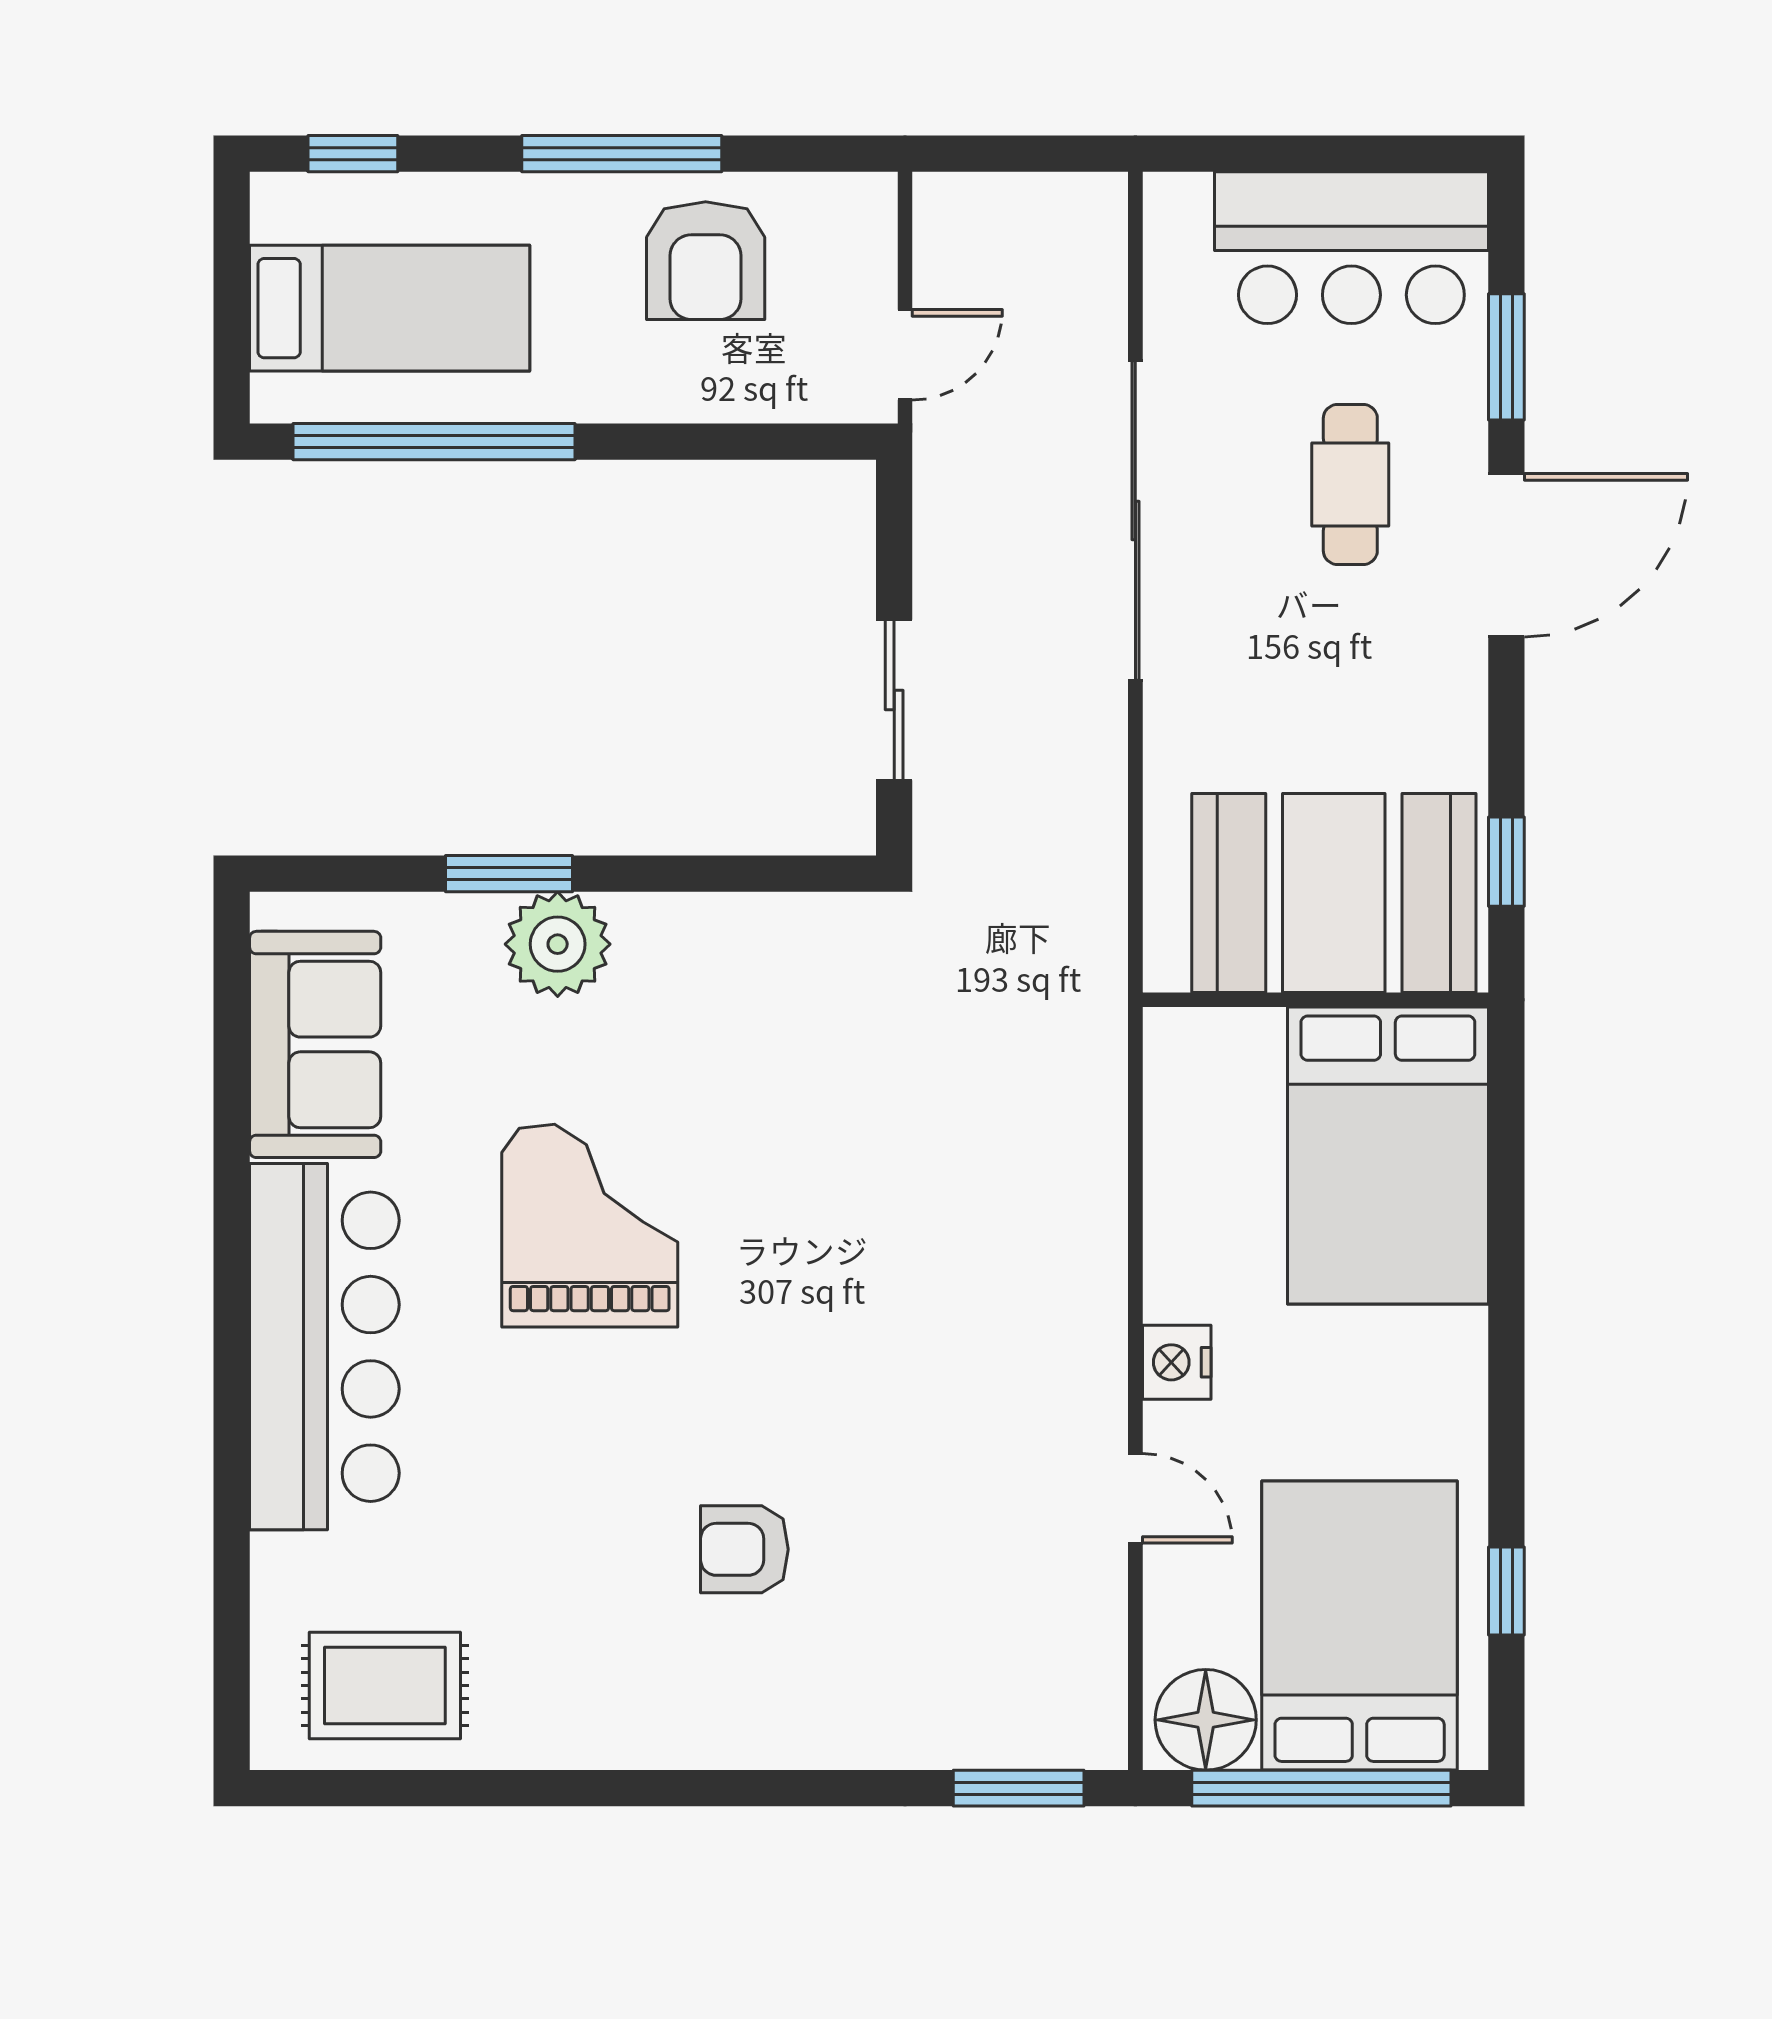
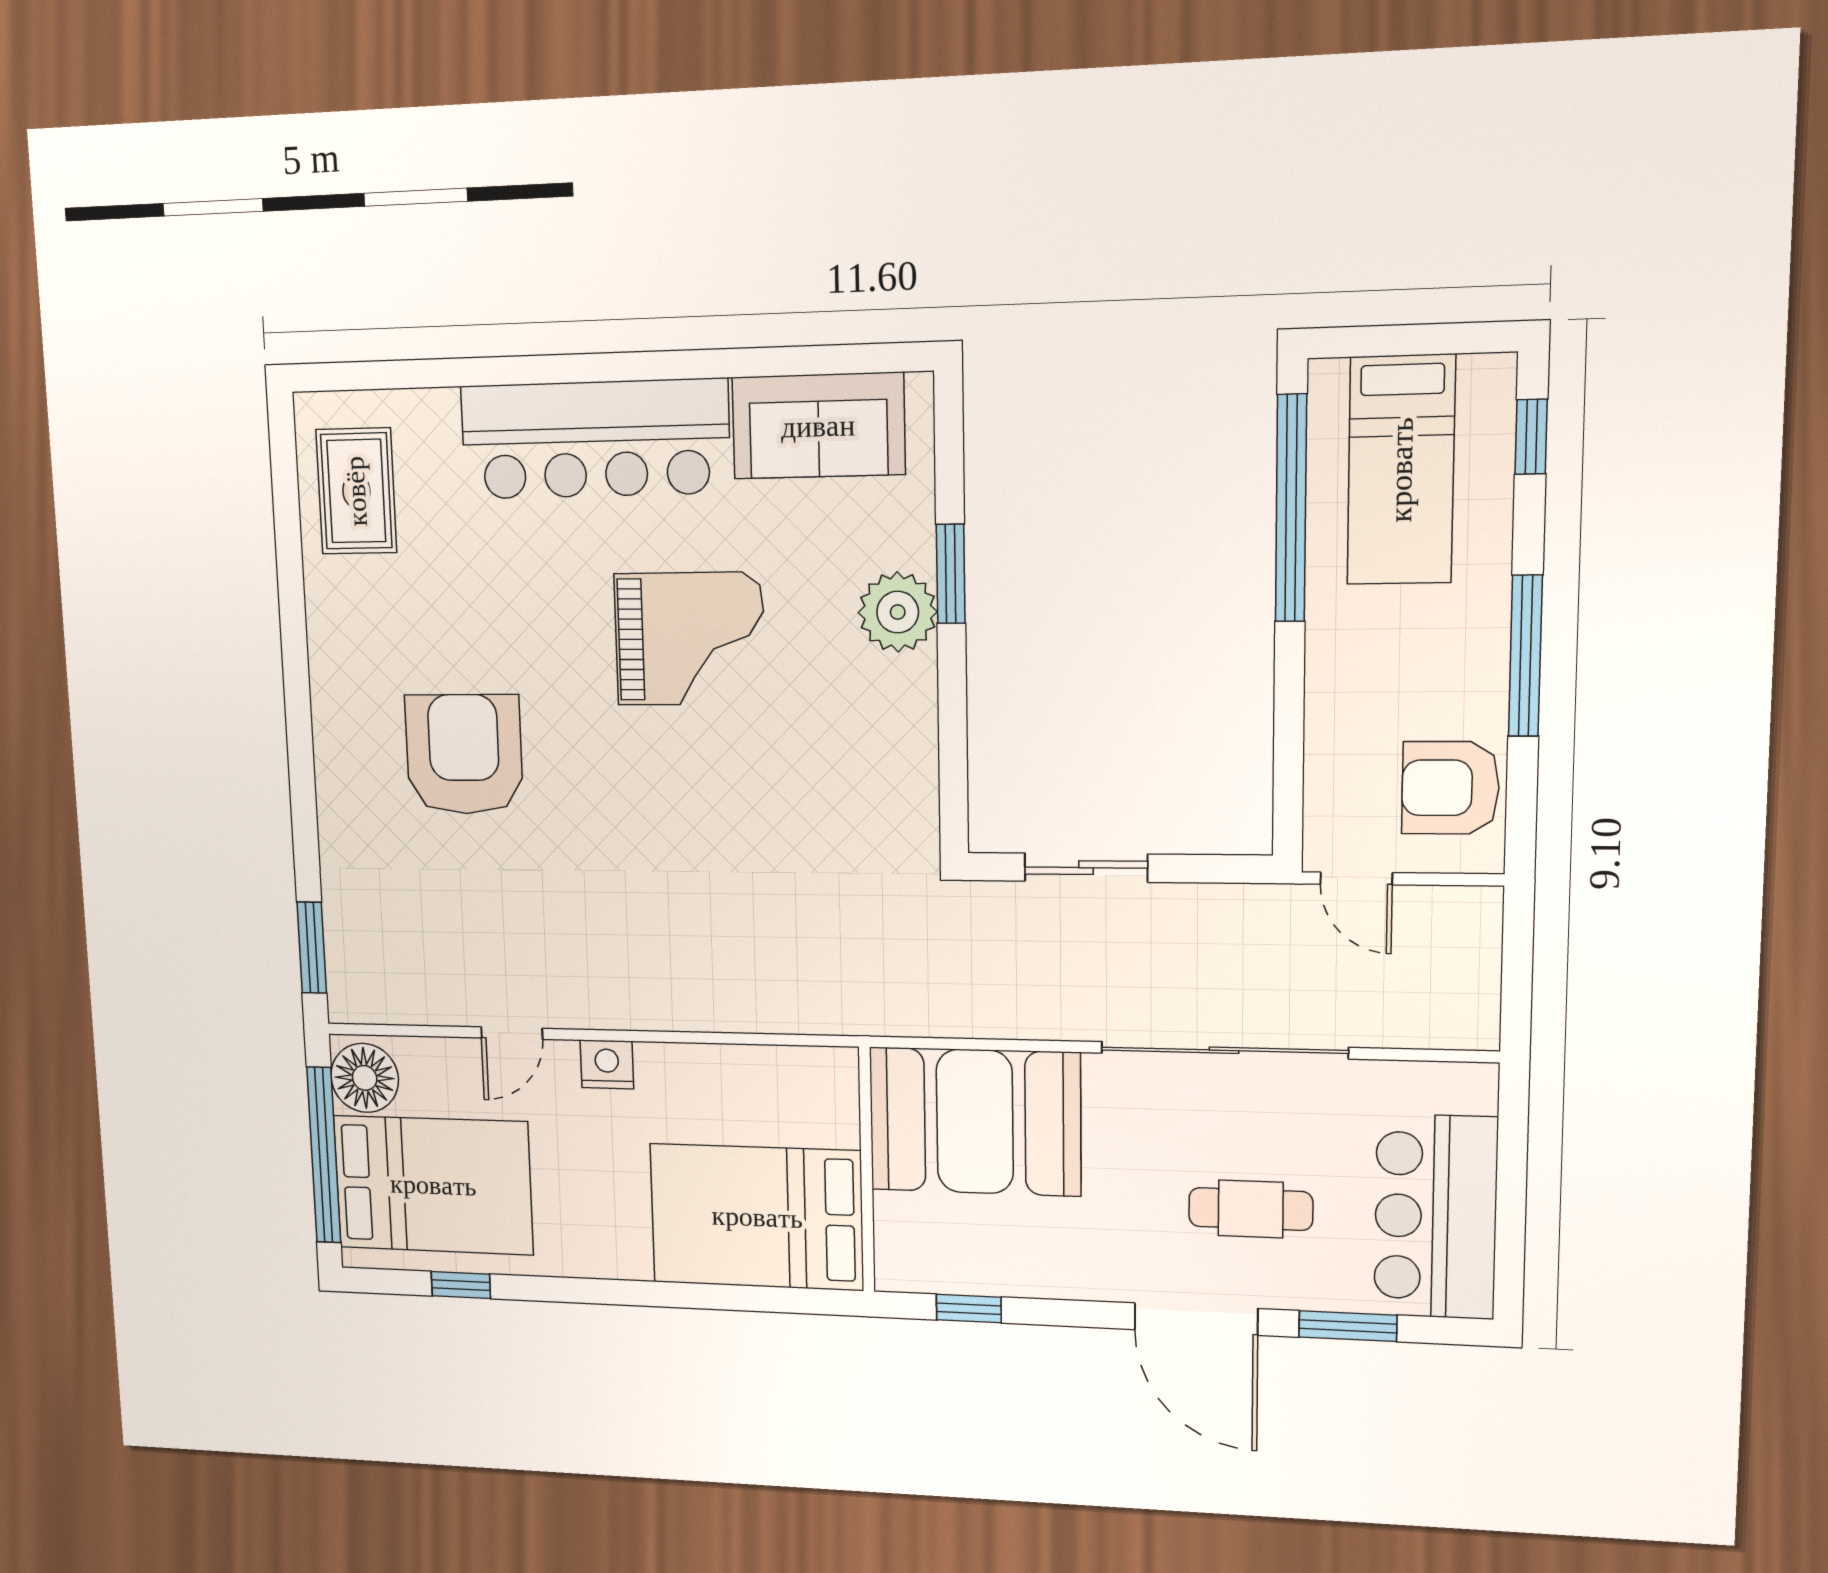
armchair: (706, 261) -> (1450, 788), moved
booth: (1334, 893) -> (975, 1122), moved, turned 90
armchair: (744, 1549) -> (464, 754), width x1.88, depth x1.88

